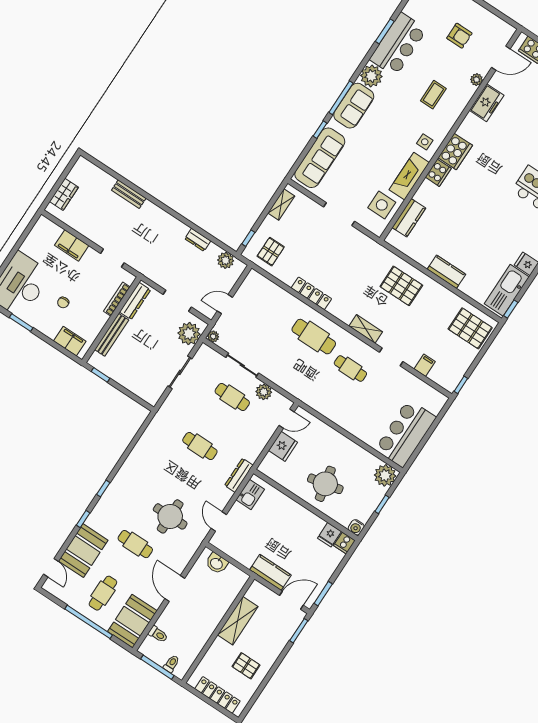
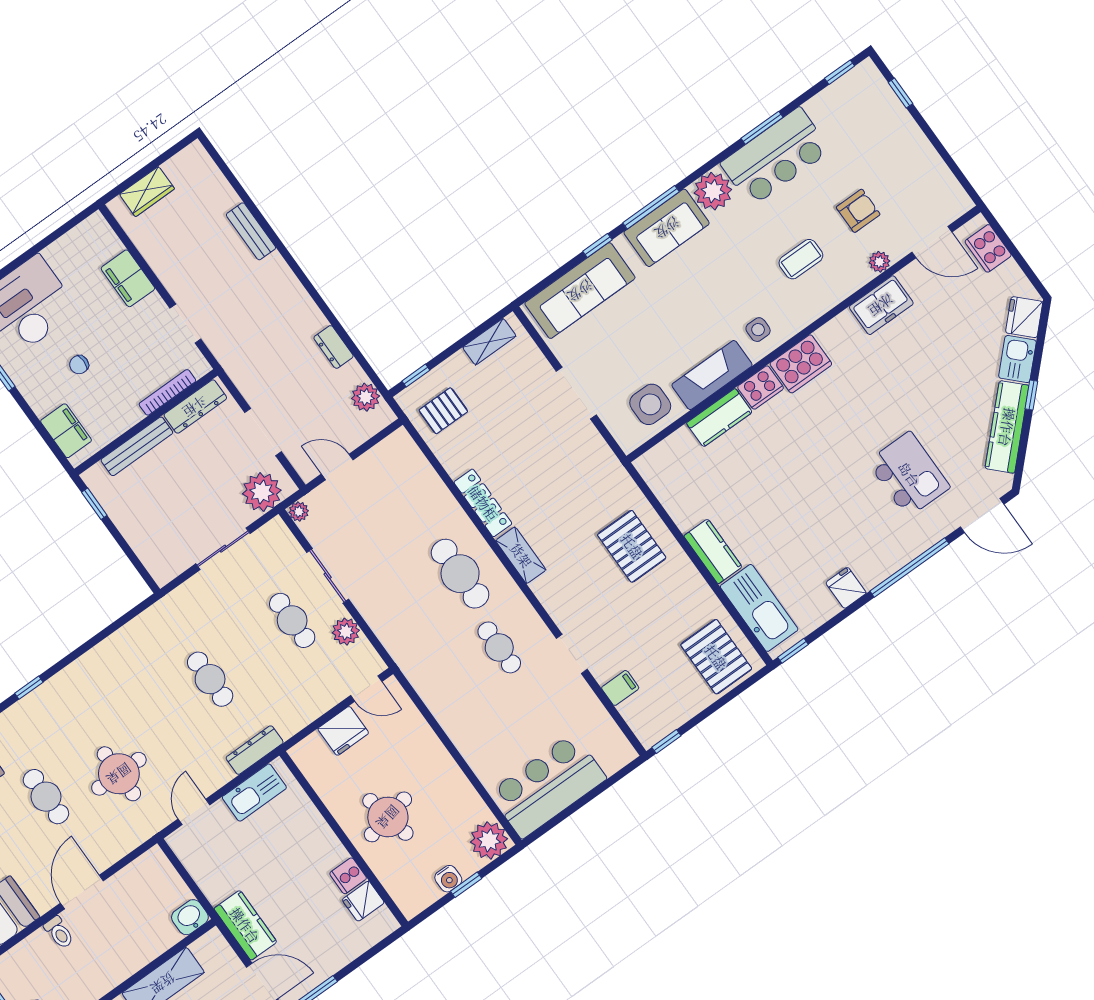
armchair: (459, 36) -> (858, 211), moved, turned -90
kitchen counter: (409, 218) -> (719, 418), moved
kitchen sink: (507, 290) -> (759, 608), moved, turned 90
shelving: (366, 329) -> (521, 555), moved
kitchen sink: (250, 495) -> (254, 793), width x1.38
water cooler: (356, 527) -> (448, 879), moved, turned -90
cooker: (344, 543) -> (348, 876), moved
washbasin: (217, 563) -> (190, 917), moved, turned 90
toilet: (158, 634) -> (59, 932), moved

